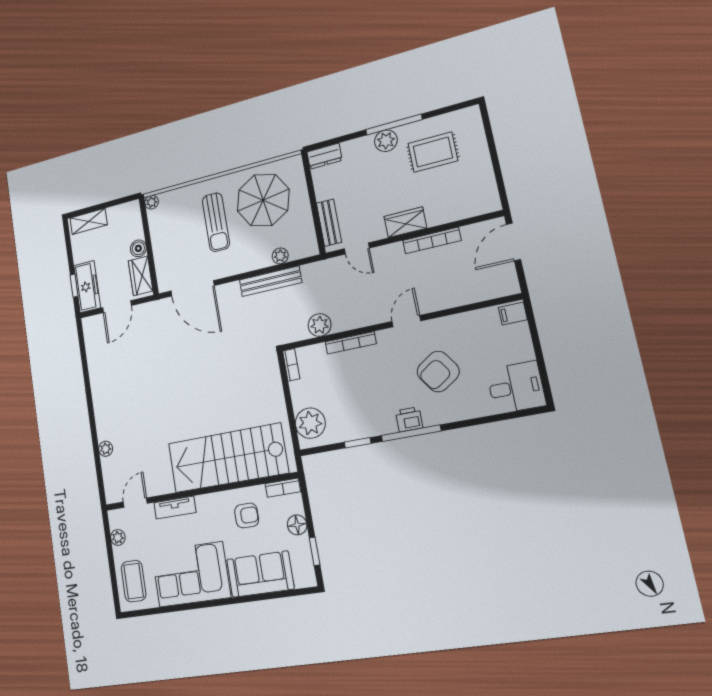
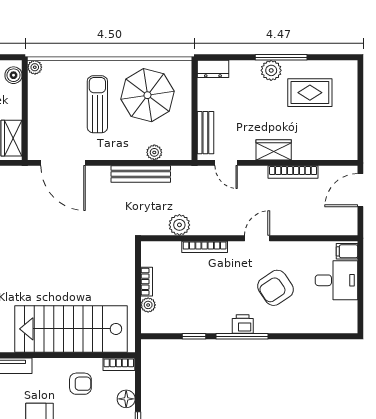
sun lounger: (216, 222) -> (97, 104), turned 180
boiler: (138, 248) -> (14, 75), moved
bookcase: (291, 365) -> (147, 282), moved
desk: (516, 387) -> (336, 280), moved
plant: (310, 423) -> (148, 305), width x0.53, depth x0.53

